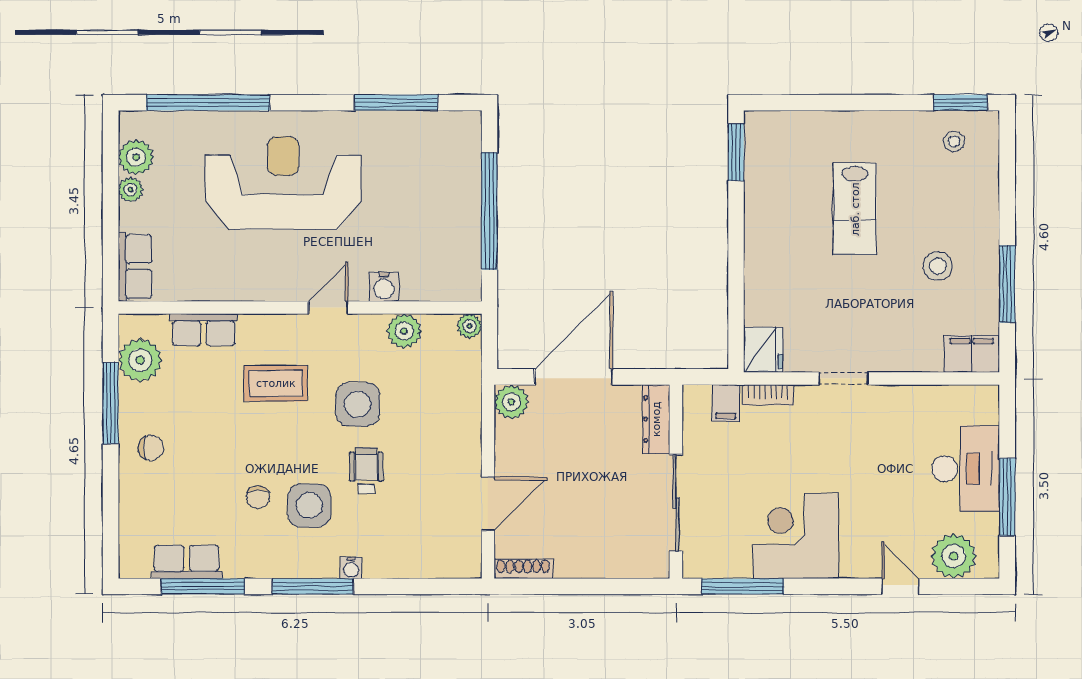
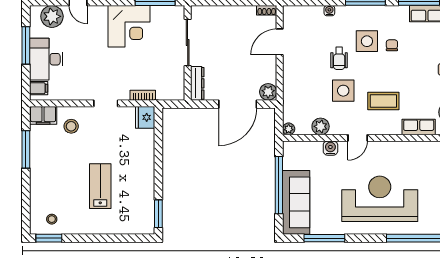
sofa: (454, 176) -> (296, 202), added
reception desk: (283, 183) -> (380, 199), turned 180
stool: (938, 266) -> (71, 126), moved
filing cabinet: (726, 403) -> (39, 88), moved, turned 90
water cooler: (351, 568) -> (329, 11), moved
shoe rack: (523, 569) -> (267, 10), width x0.70

